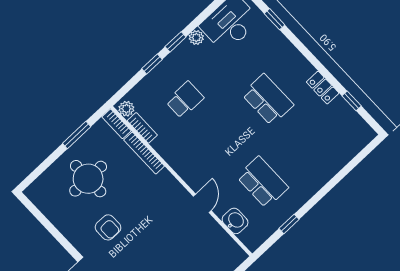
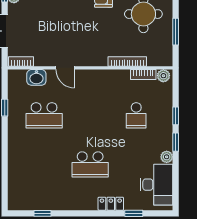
locker: (323, 88) -> (111, 204), moved
bookcase: (117, 124) -> (21, 61), moved

